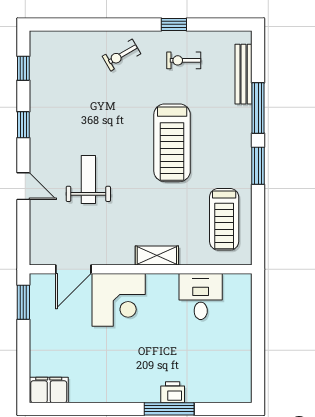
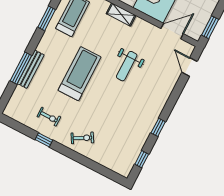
bench: (244, 74) -> (31, 69), moved
window: (258, 166) -> (47, 18), moved
weight bench: (88, 179) -> (127, 66), moved
door: (23, 186) -> (190, 67), moved

